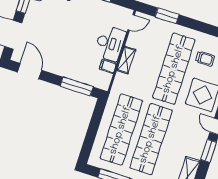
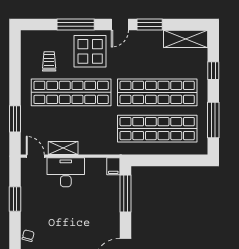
shelving: (126, 60) -> (63, 148), moved
filing cabinet: (108, 66) -> (113, 166), moved

